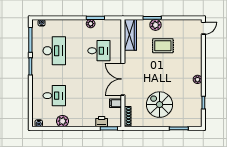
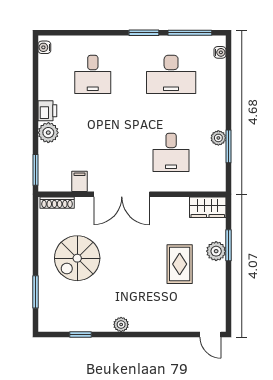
wardrobe: (130, 35) -> (208, 207), width x0.67
double door: (123, 79) -> (122, 194), swing flipped
spiral stairs: (160, 105) -> (77, 258), turned 180
plant: (63, 121) -> (48, 133), moved
printer: (102, 122) -> (47, 111), moved

